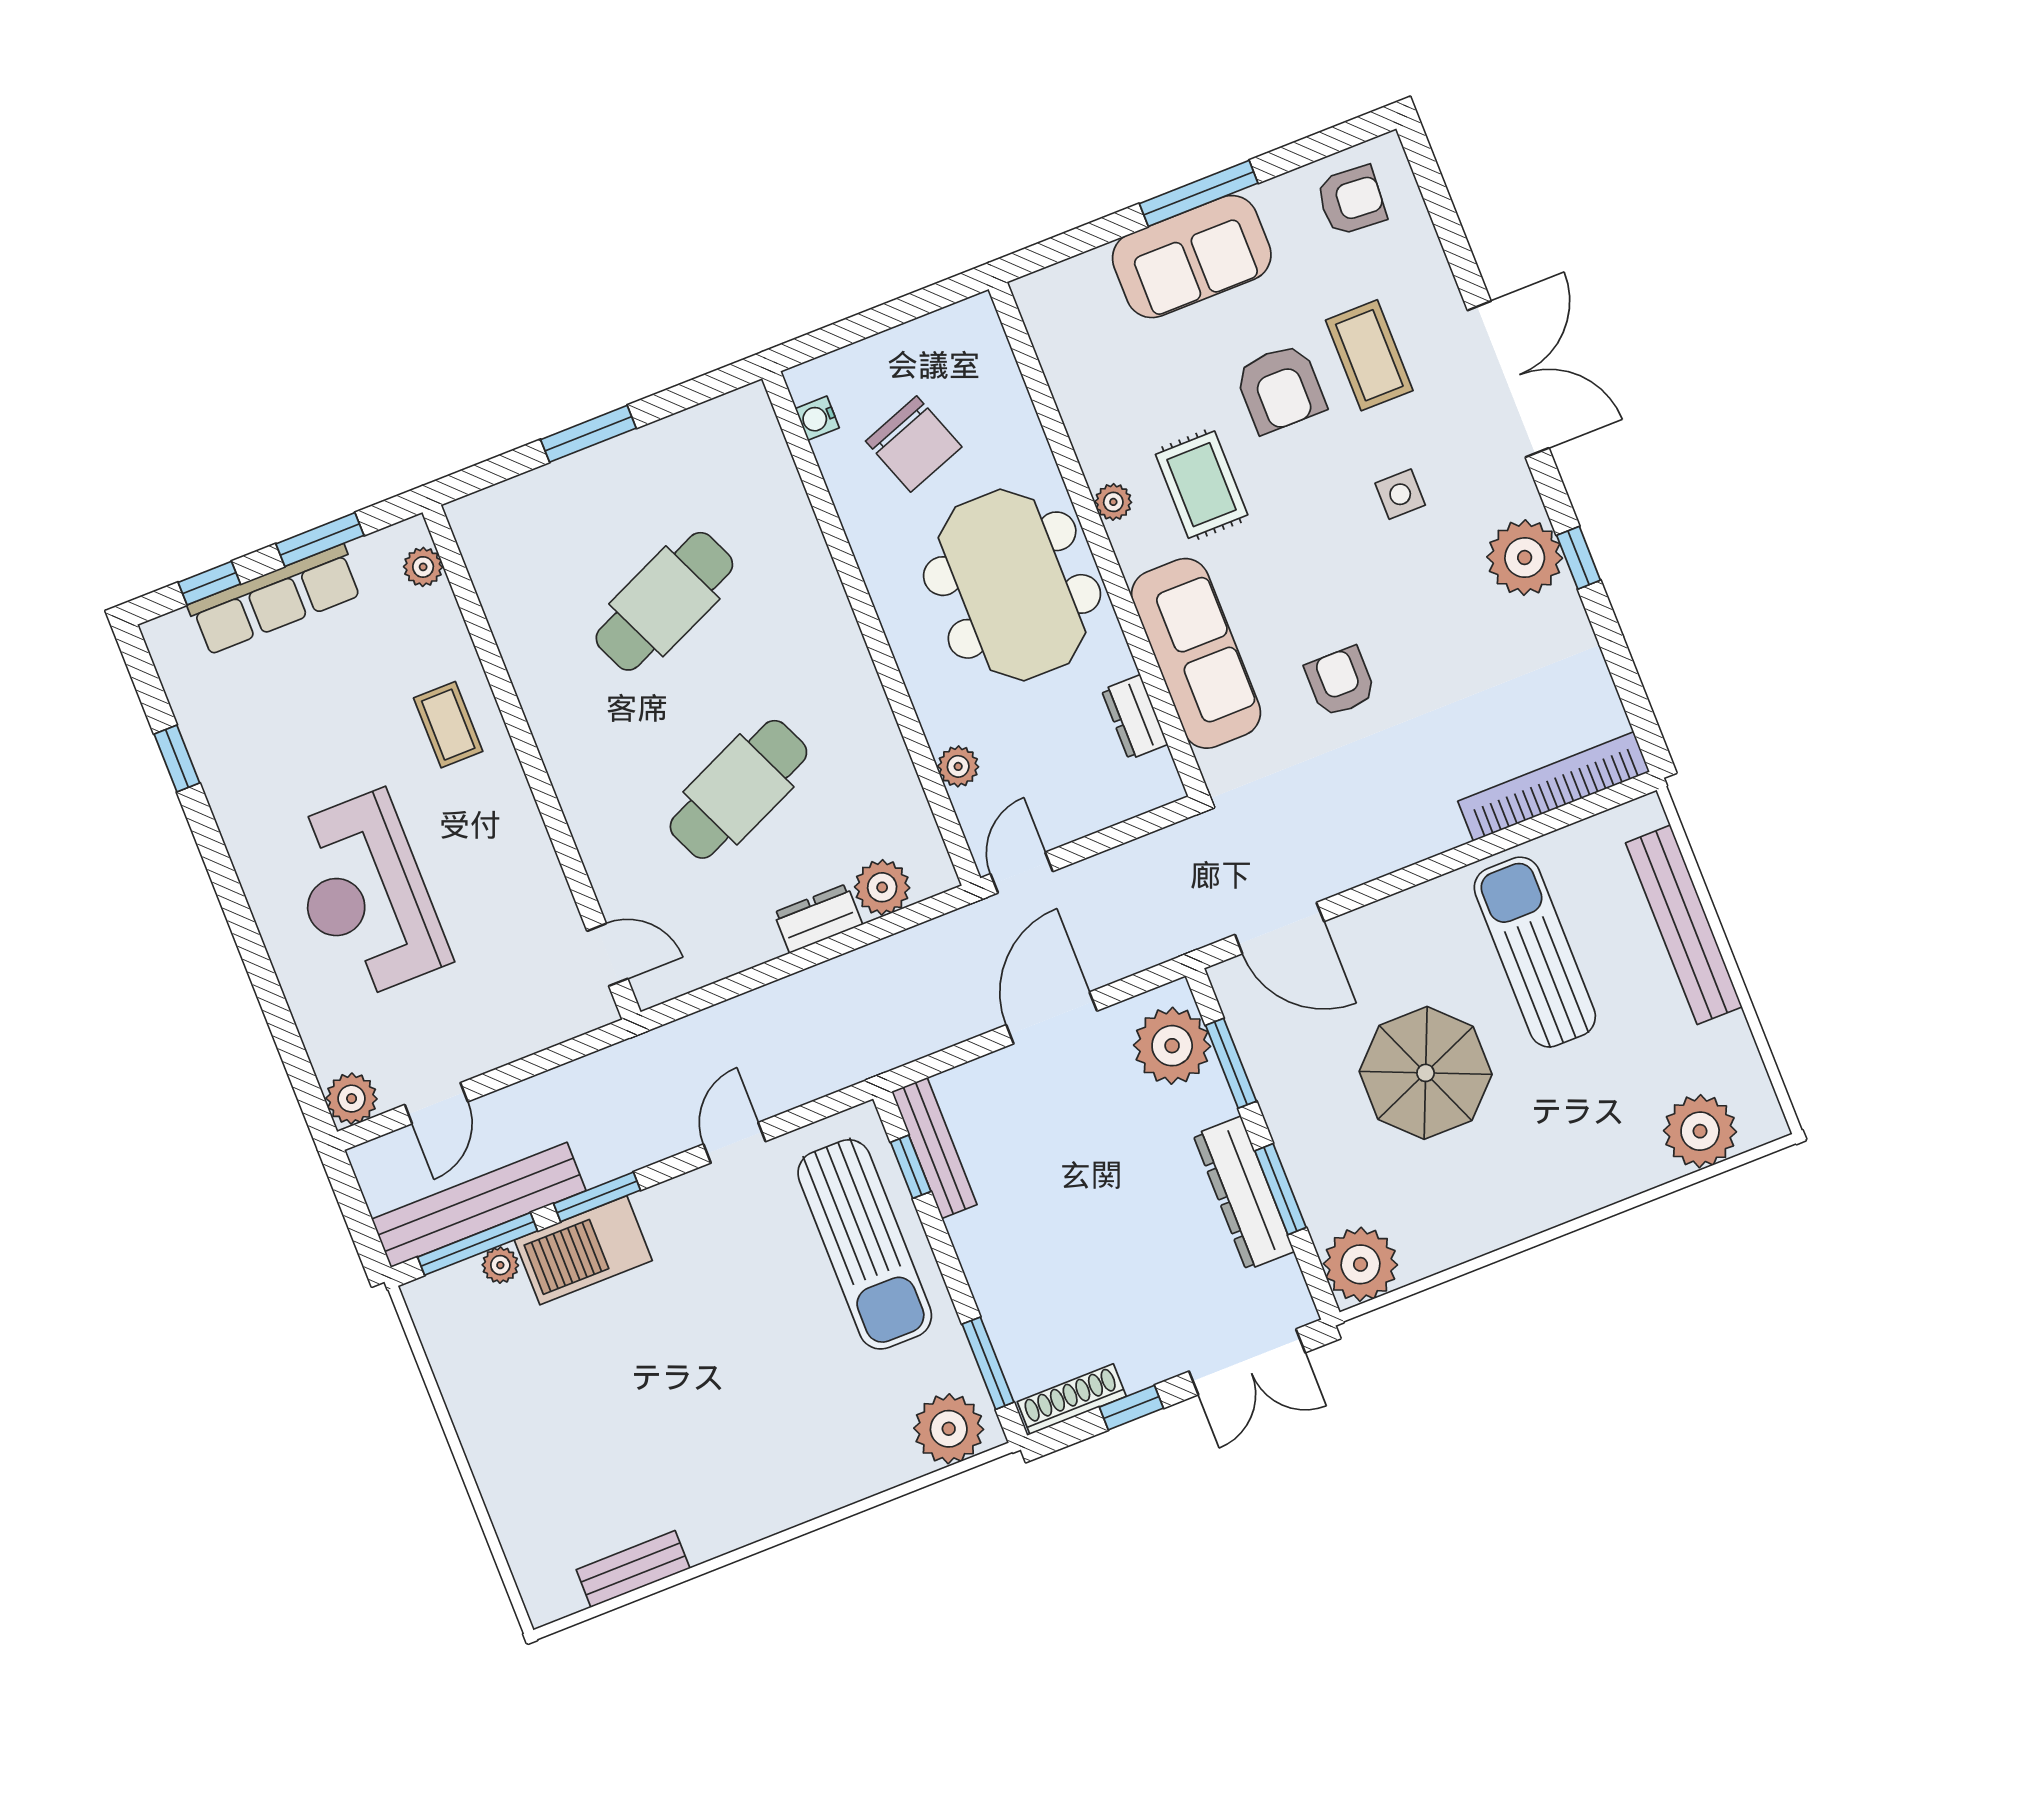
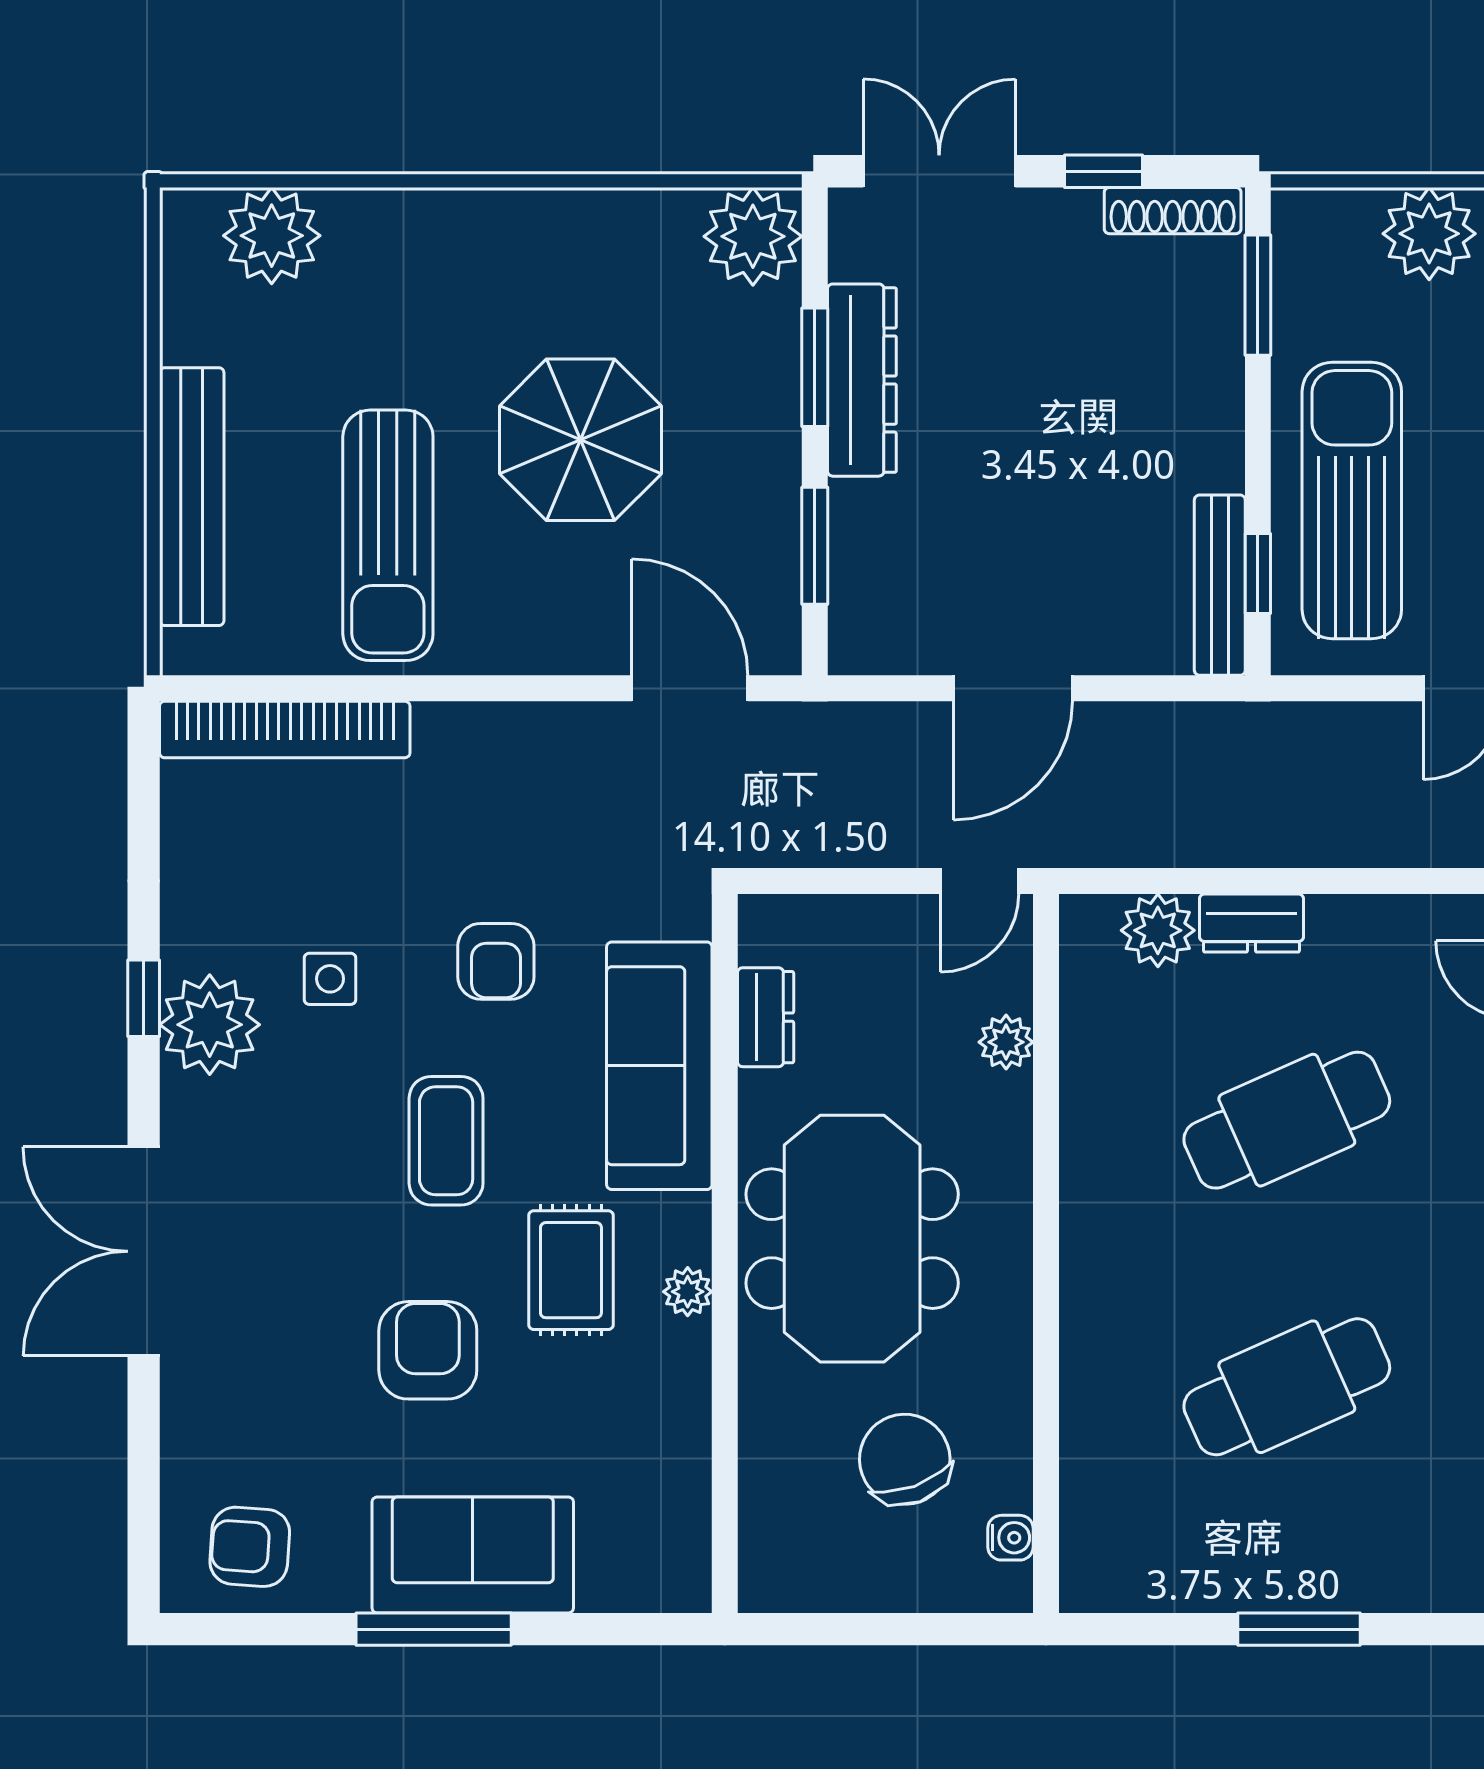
coffee table: (1369, 355) -> (446, 1141), moved
side table: (1400, 494) -> (330, 979), moved
plant: (1172, 1046) -> (878, 596), removed
plant: (949, 1429) -> (1429, 234), moved

